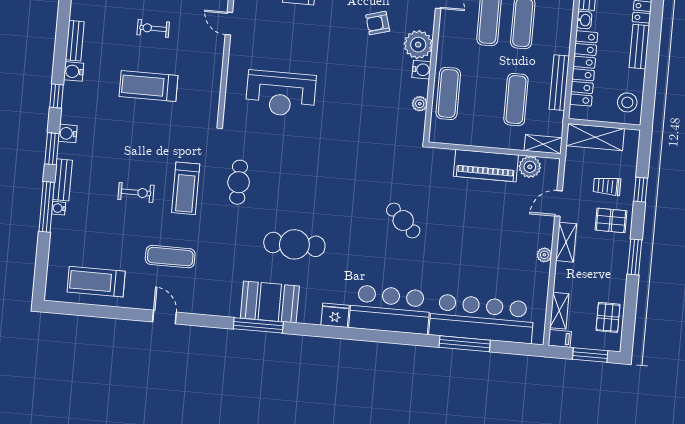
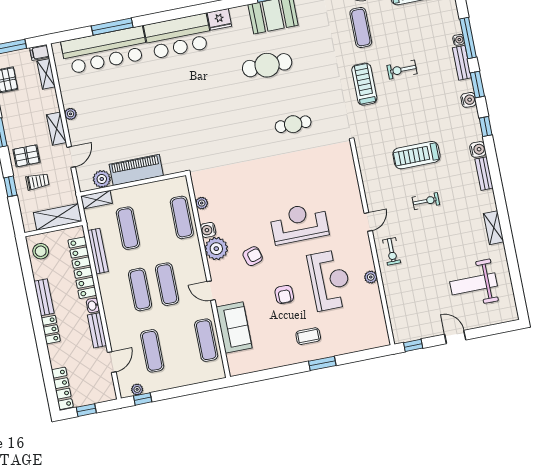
door: (229, 24) -> (368, 222), hinge flipped
treadmill: (148, 86) -> (416, 155), turned 180
reception desk: (281, 94) -> (299, 223), moved
cafe table: (239, 182) -> (293, 124), moved, turned 90
cafe table: (403, 221) -> (188, 109), removed
exercise mat: (170, 257) -> (361, 28), turned 90

